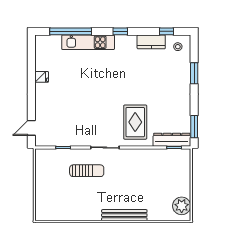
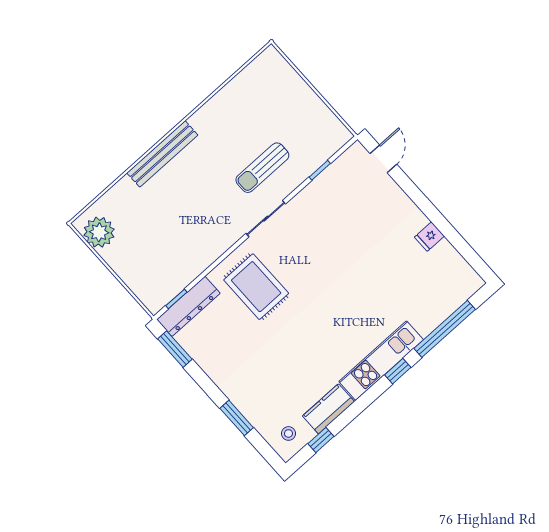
window: (120, 31) -> (398, 371), moved
kitchen unit: (88, 42) -> (381, 361), moved

